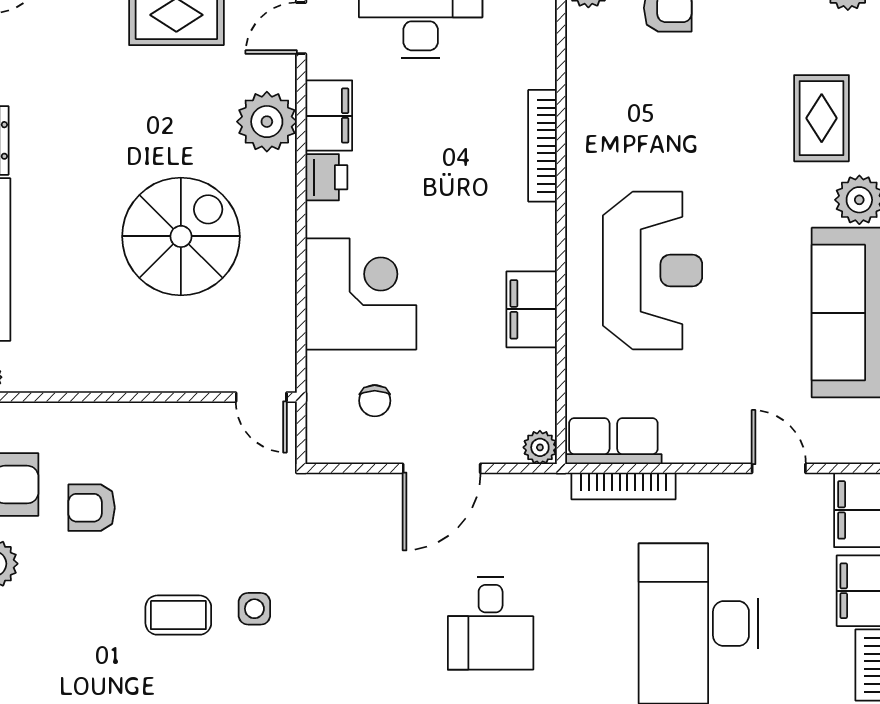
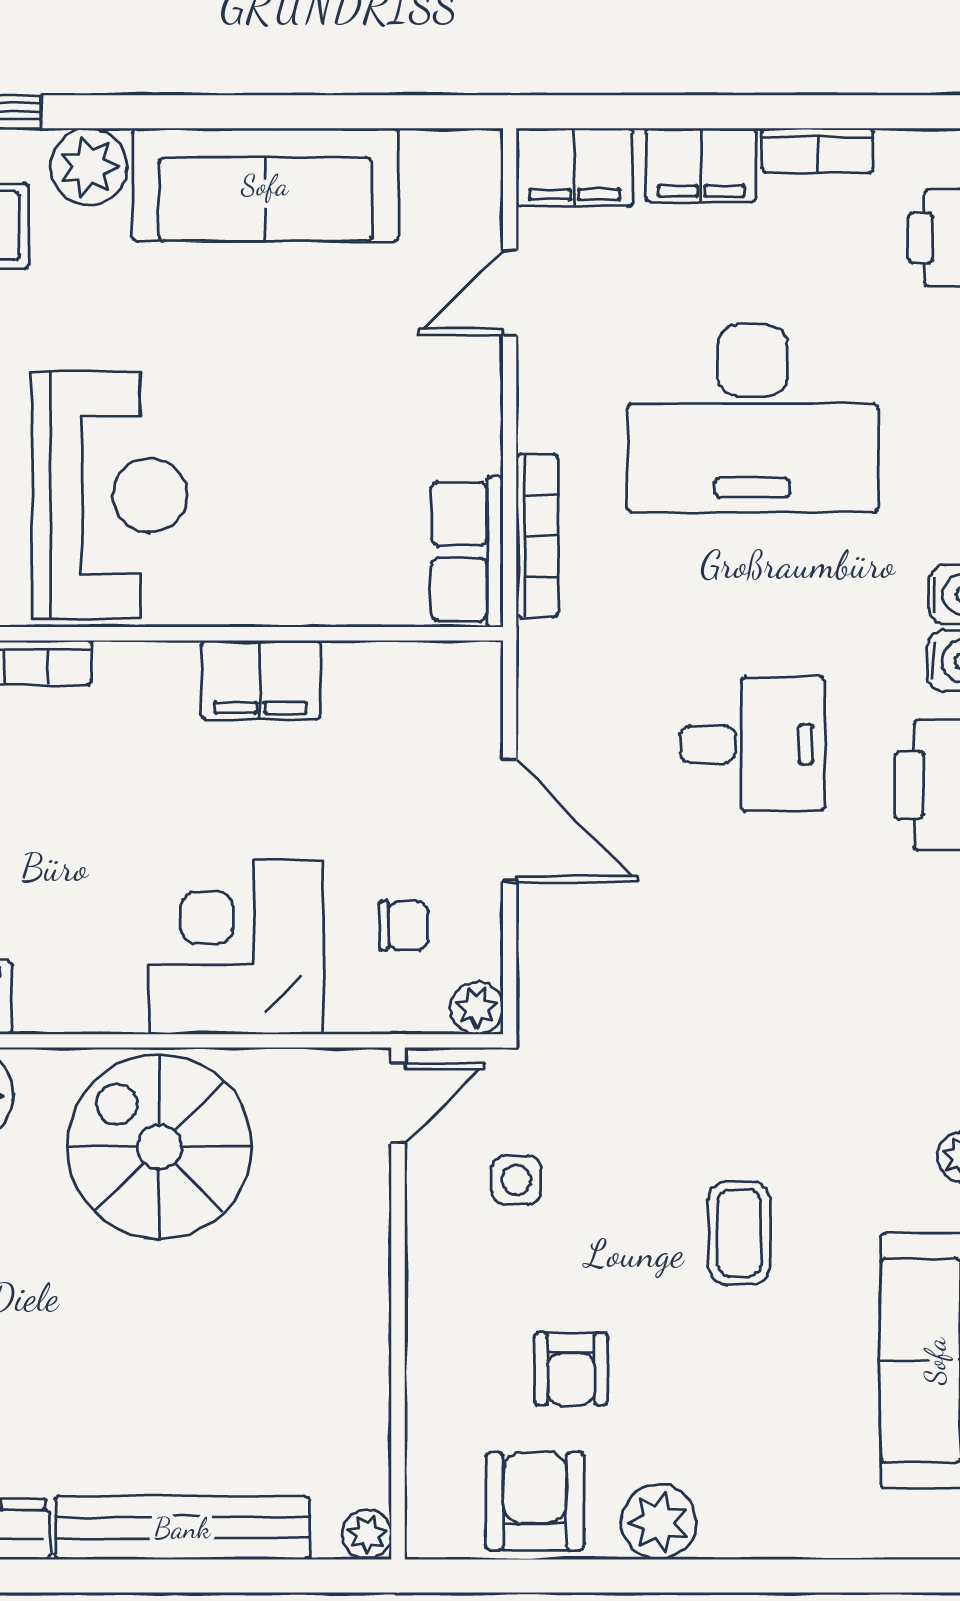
printer: (326, 177) -> (54, 1001), removed
spiral stairs: (181, 236) -> (159, 1147), moved
reception desk: (653, 270) -> (109, 495), moved, turned 90
plant: (540, 447) -> (477, 1008), moved
side table: (254, 609) -> (516, 1180), moved

